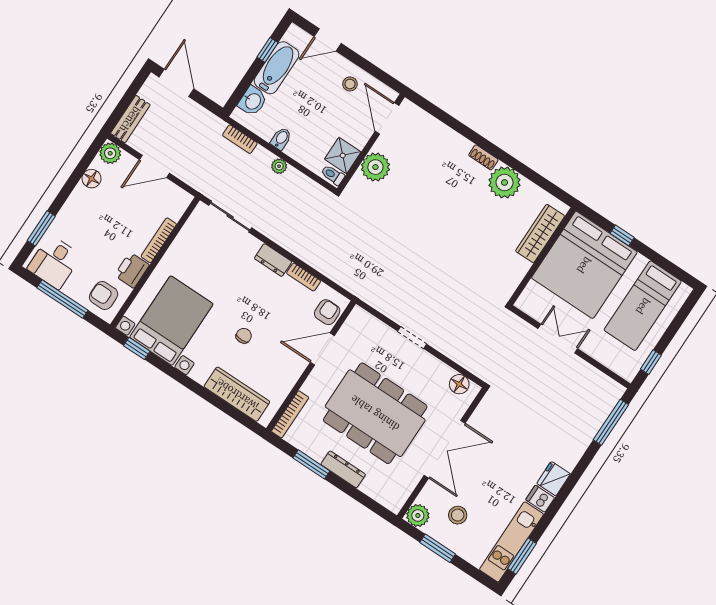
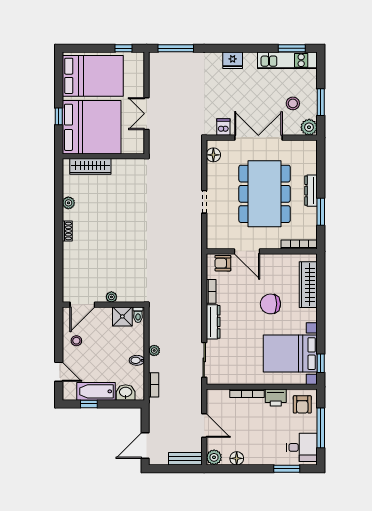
plant: (375, 167) -> (111, 297), width x0.53, depth x0.53
plant: (505, 182) -> (68, 203), width x0.53, depth x0.53
dresser: (273, 260) -> (213, 322), width x1.44
bed: (643, 306) -> (93, 76), width x1.50
chair: (244, 336) -> (270, 304), width x1.87, depth x1.87
dishwasher: (540, 499) -> (223, 127), moved, turned 180

